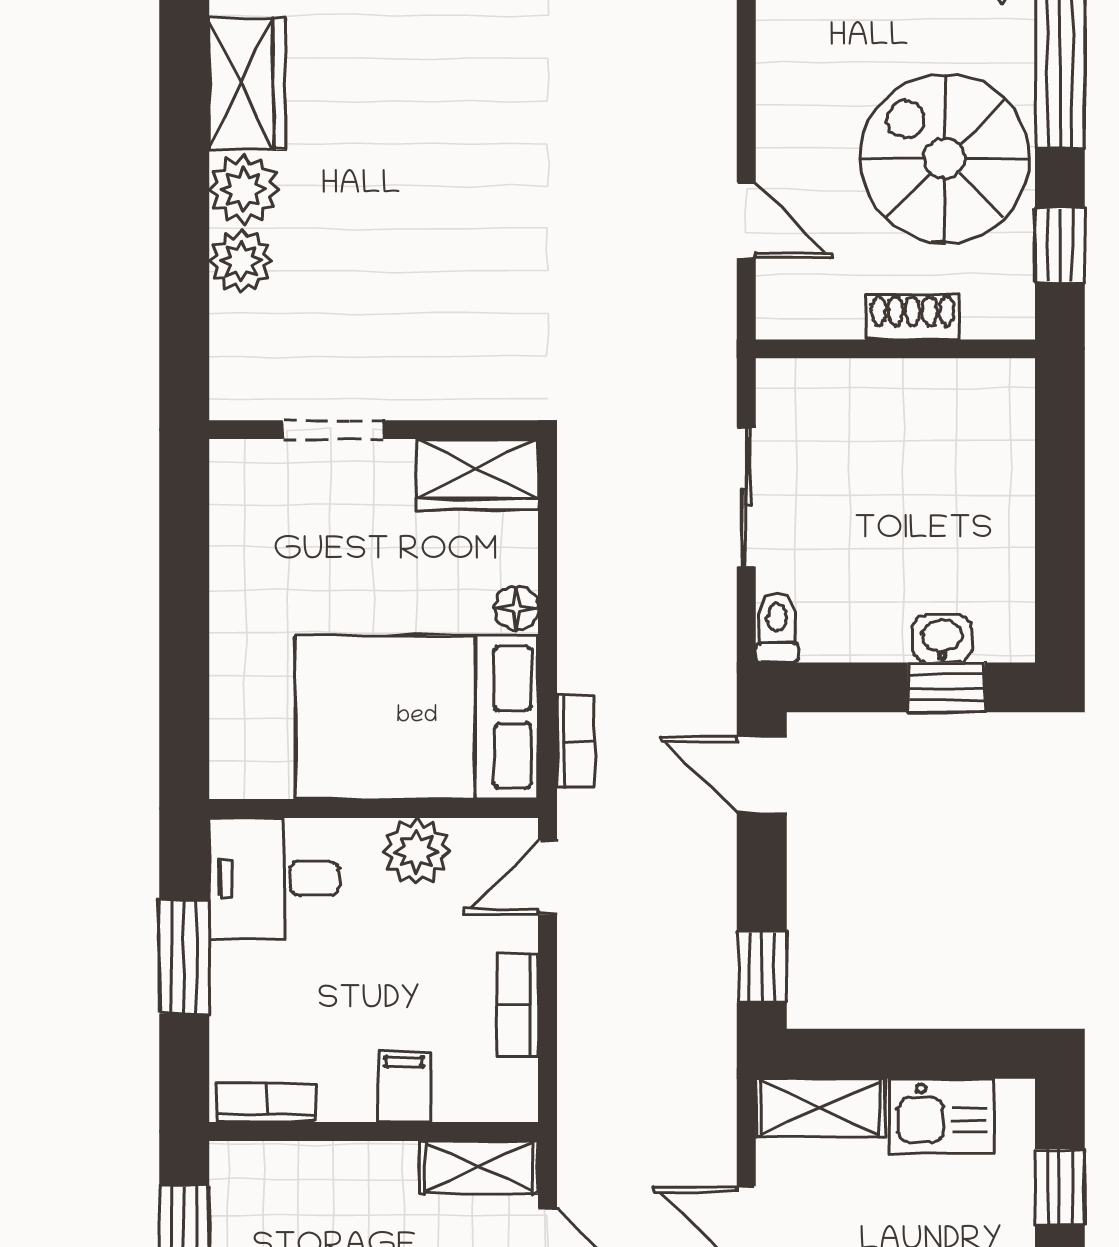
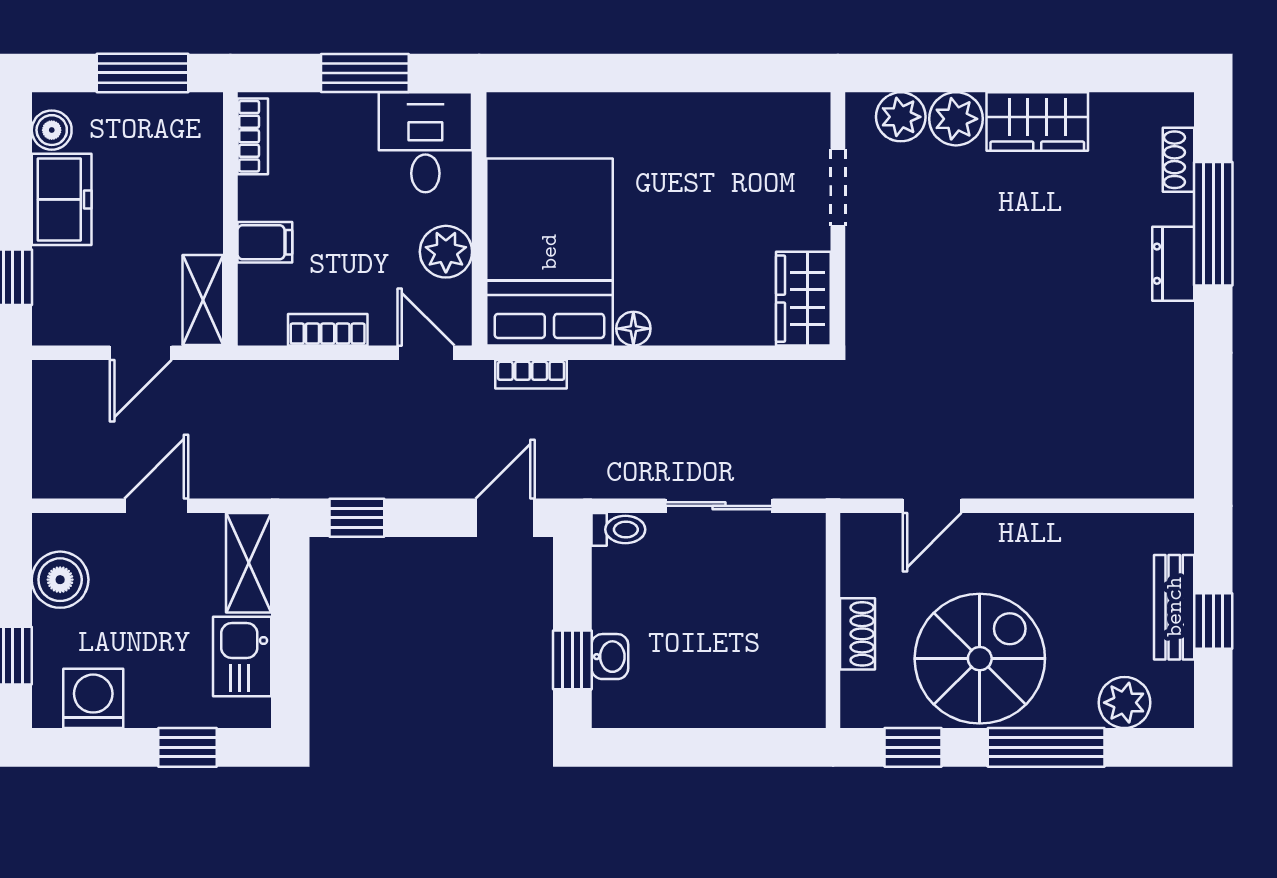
doorway: (333, 430) -> (838, 187), moved
wall: (374, 430) -> (838, 219), moved
wardrobe: (477, 474) -> (803, 299), moved

